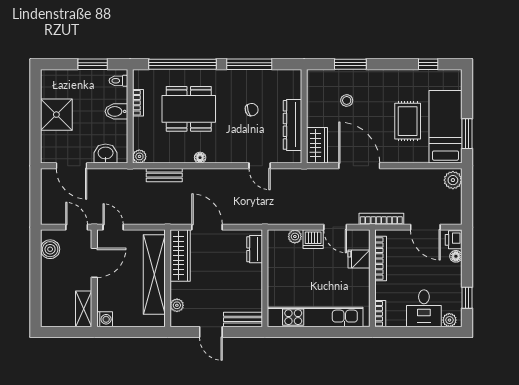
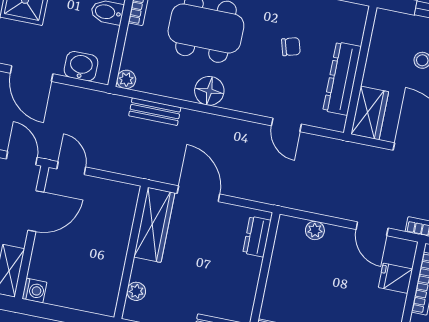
floor lamp: (200, 158) -> (209, 91), width x1.89, depth x1.89
dishwasher: (313, 239) -> (339, 239), removed
shelving: (154, 275) -> (114, 244), removed

